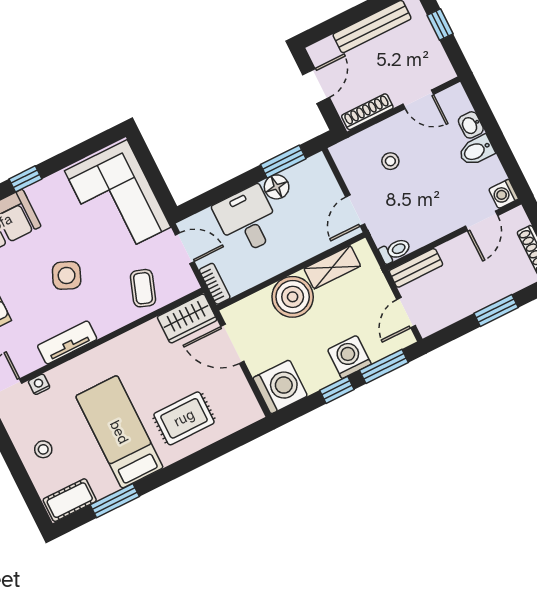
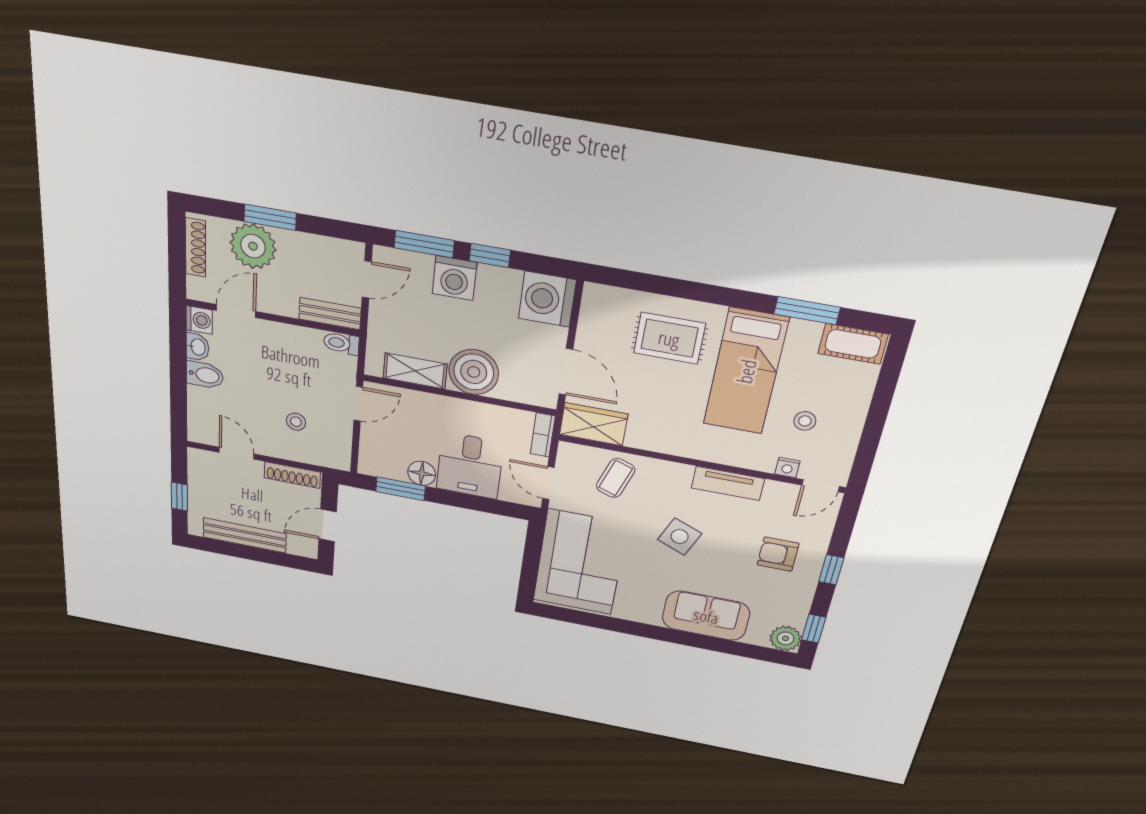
washbasin: (471, 125) -> (197, 347), moved
window: (25, 179) -> (651, 632), removed
plant: (496, 280) -> (253, 246), added
stool: (43, 449) -> (805, 421), moved

